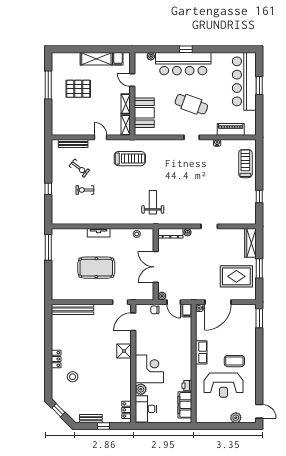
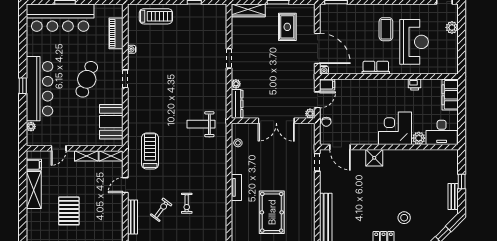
booth: (144, 113) -> (111, 122), moved, turned 90
treadmill: (245, 164) -> (156, 16), turned 180
pool table: (96, 268) -> (272, 212), moved
rug: (236, 276) -> (287, 27), width x0.73, depth x0.70
filing cabinet: (185, 405) -> (450, 95), moved, turned 90
locker: (127, 410) -> (443, 155), removed

